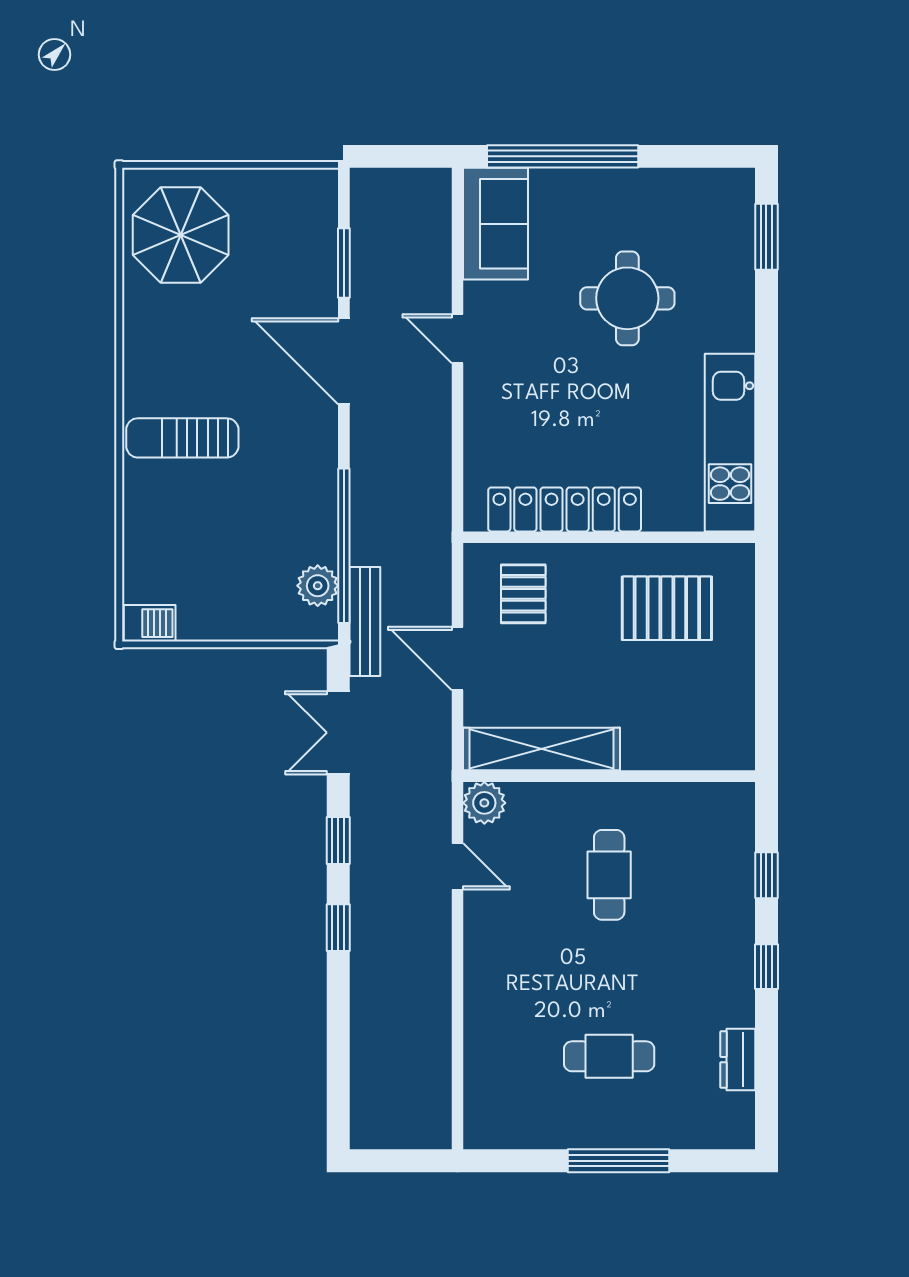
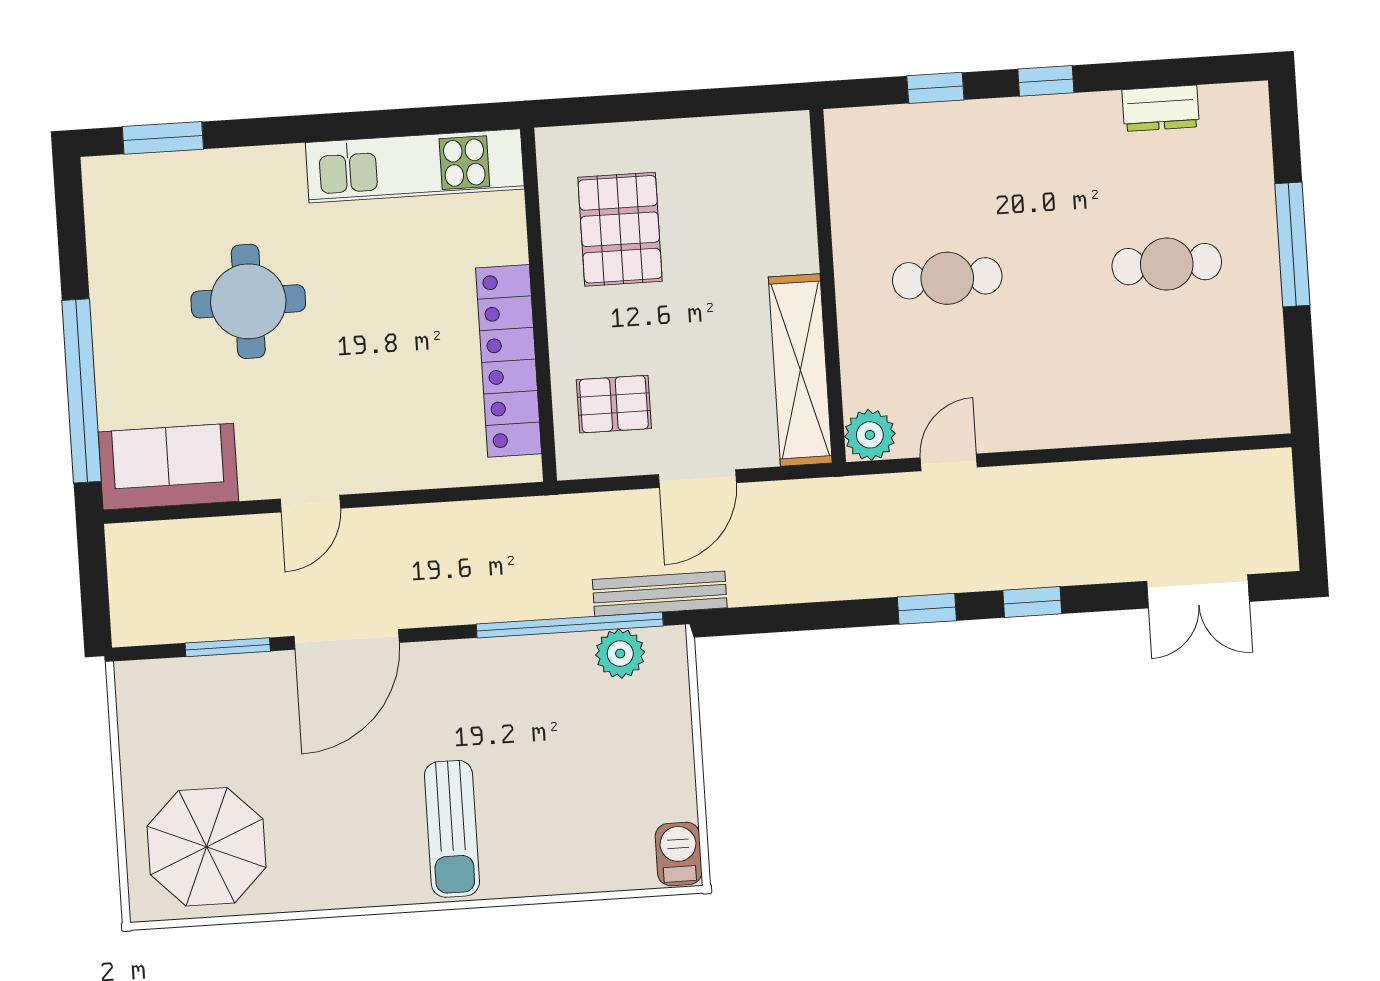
double door: (338, 733) -> (1198, 591), moved
cafe table: (609, 1056) -> (1167, 264), turned 90

